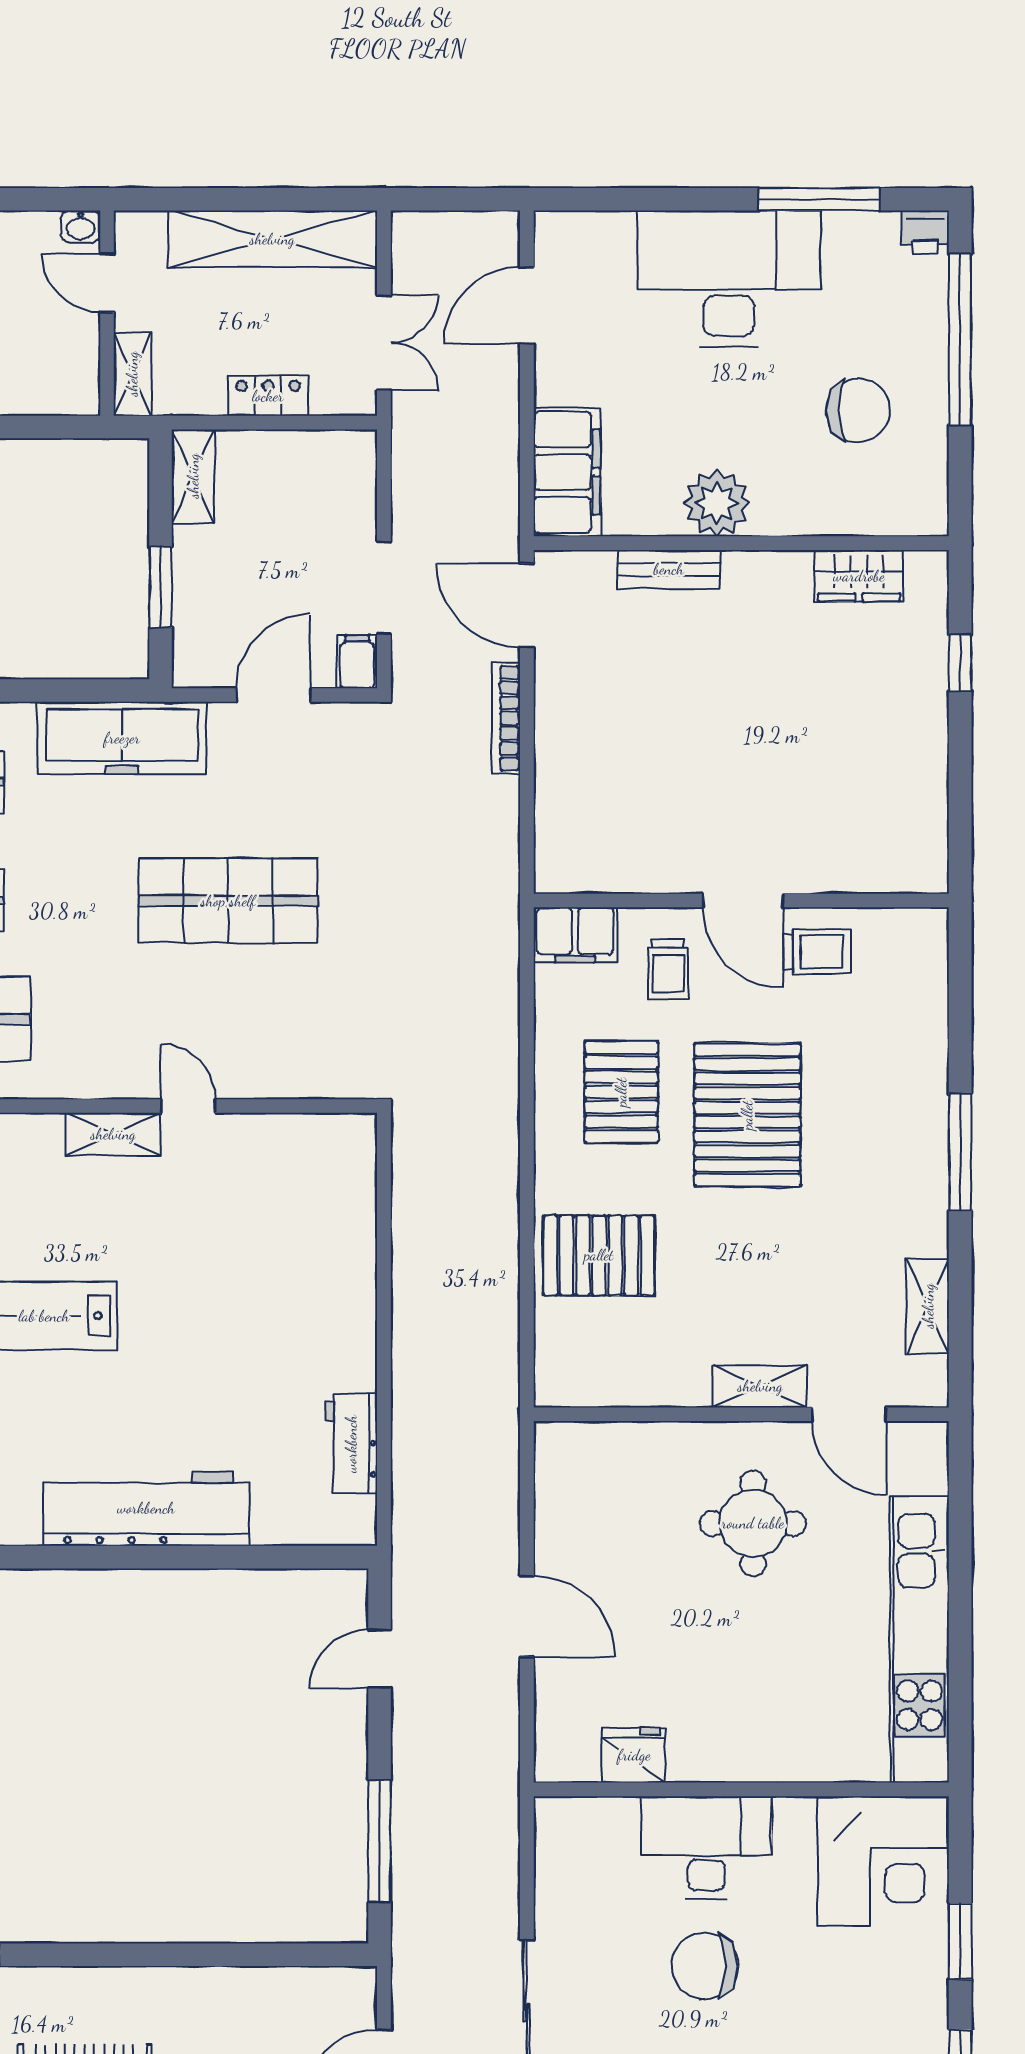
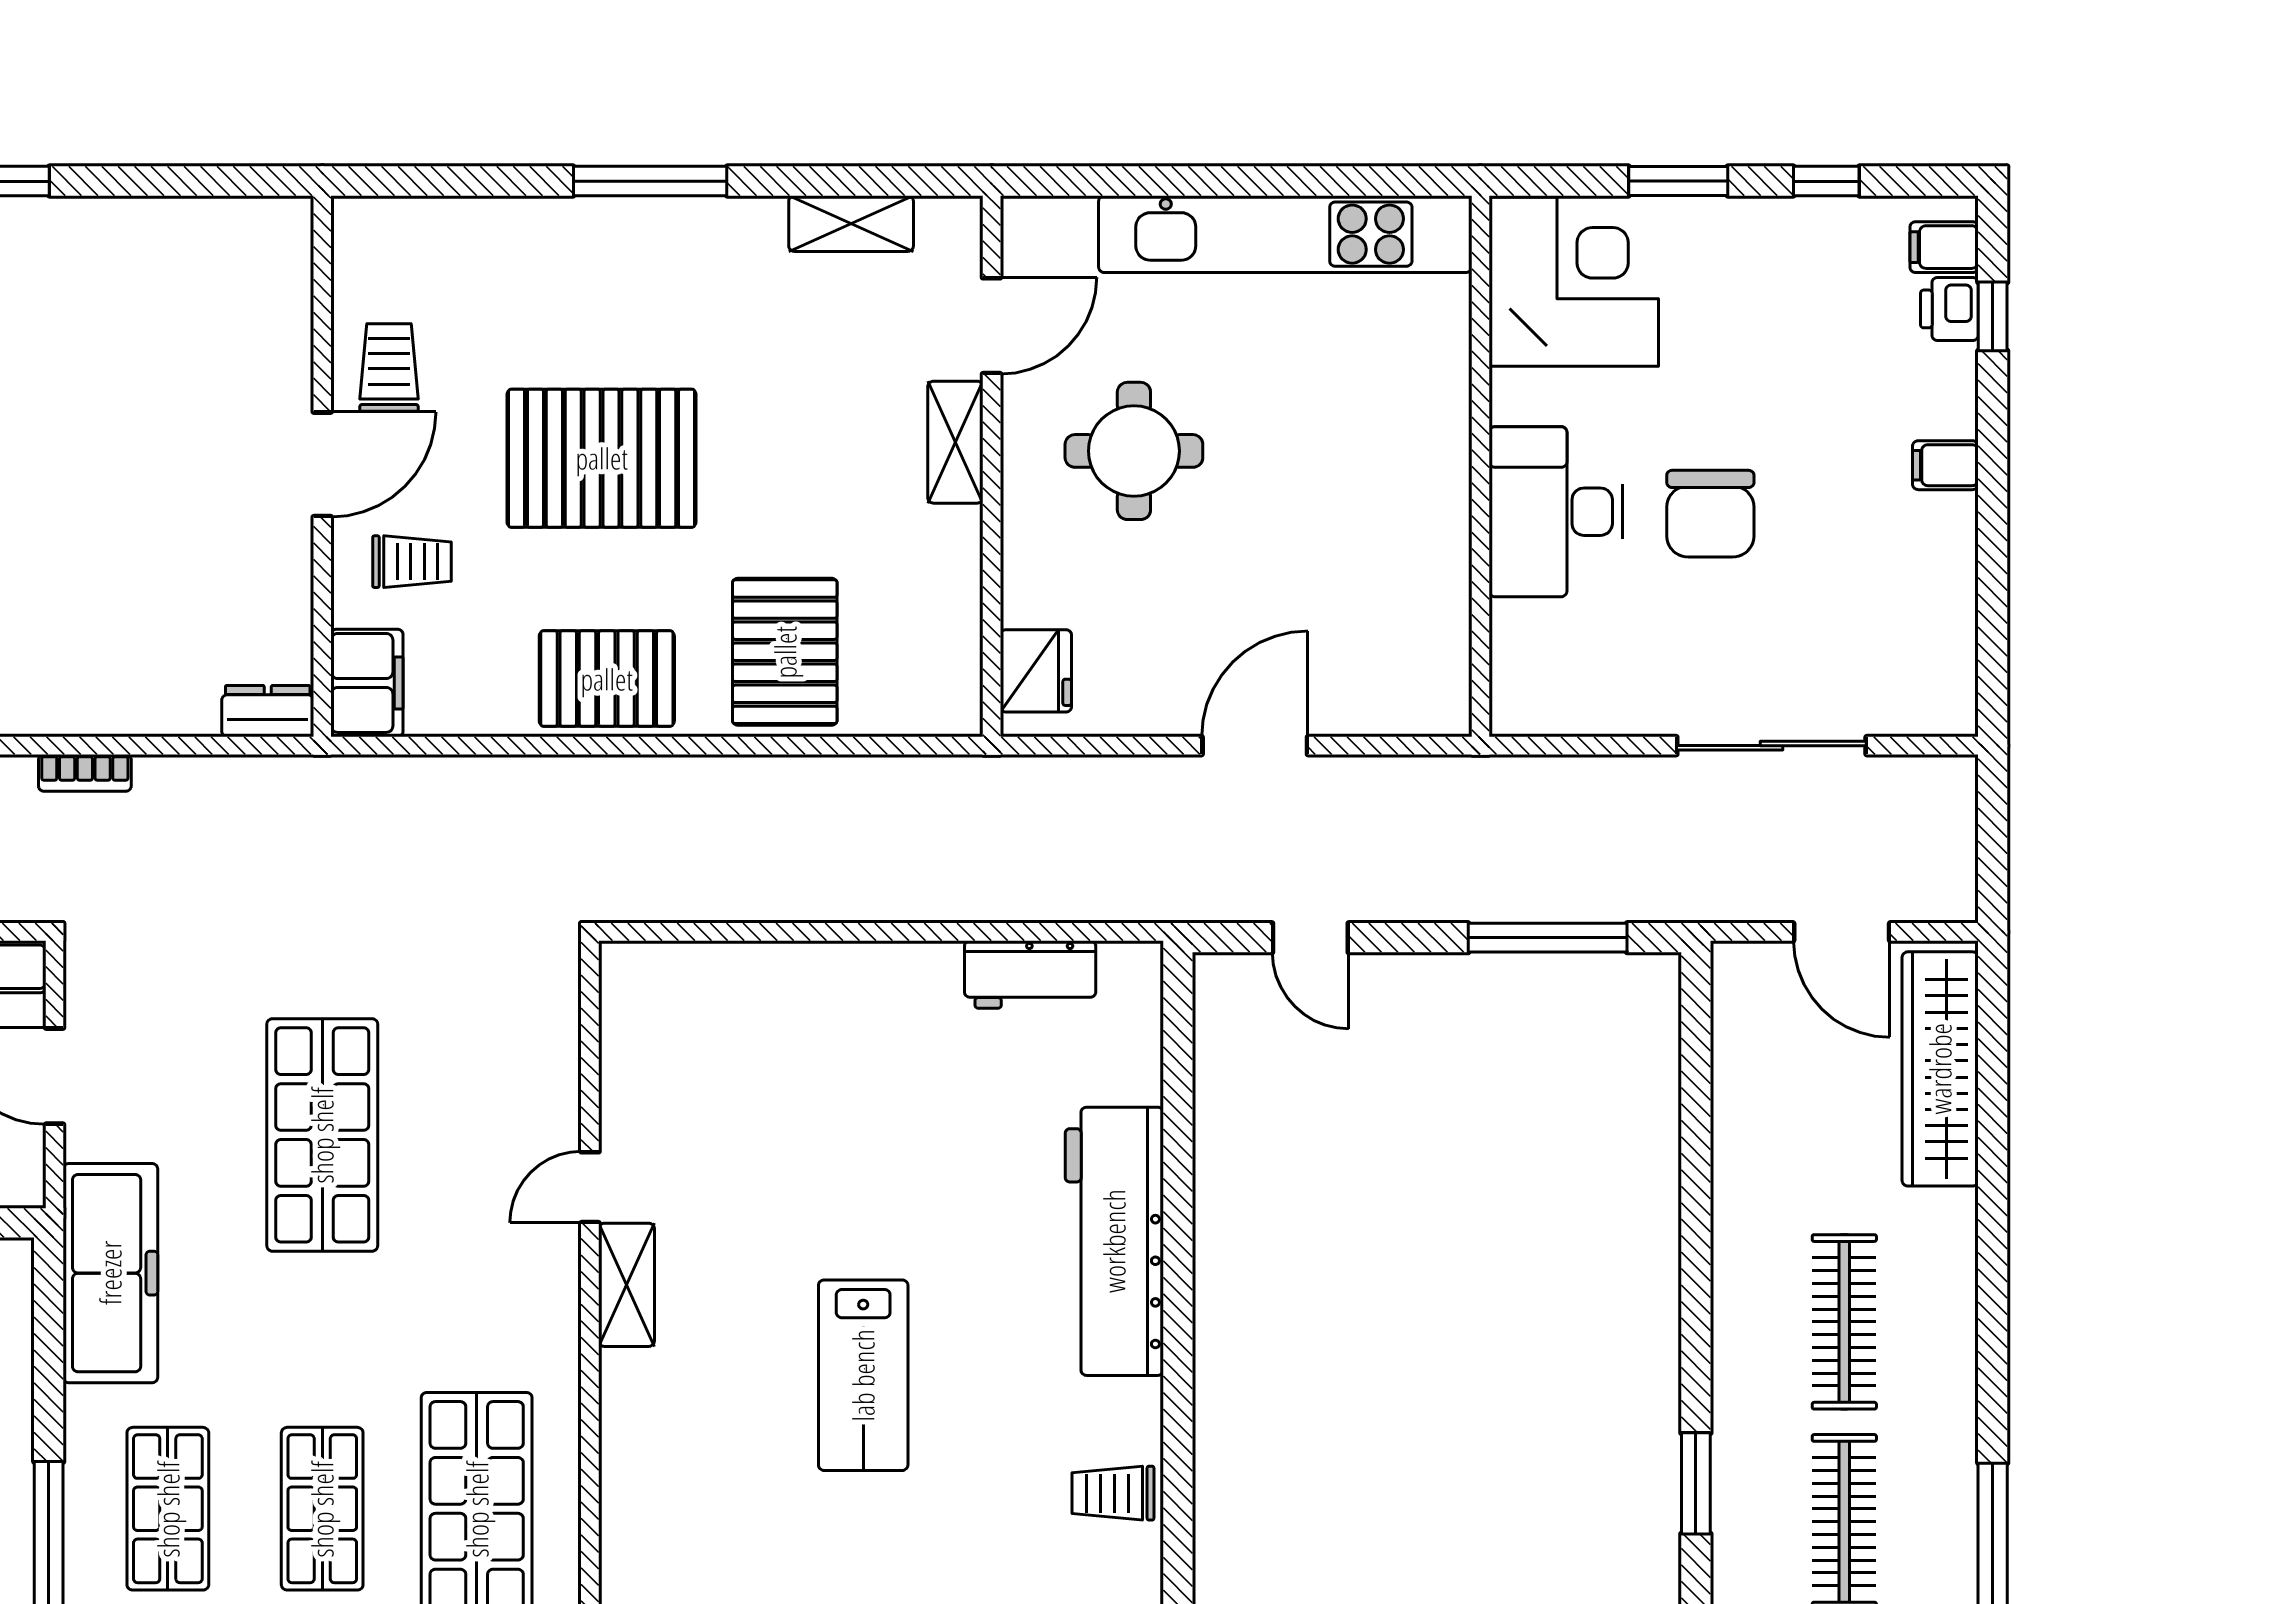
bookcase: (506, 718) -> (85, 773), width x0.64
dresser: (553, 859) -> (268, 711), added
pallet: (621, 1092) -> (607, 679), moved
fridge: (634, 1755) -> (1036, 671), moved, turned 180

